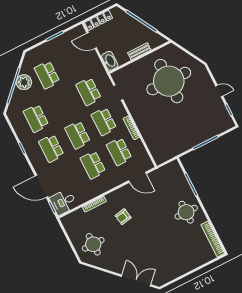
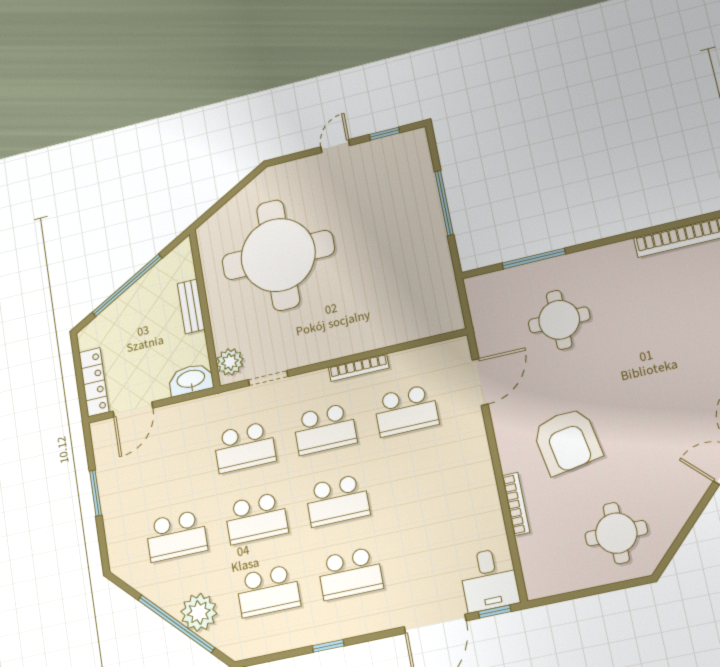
plant: (121, 75) -> (230, 362), added
plant: (24, 82) -> (199, 612), moved
school desk: (93, 165) -> (256, 518), moved
round table: (186, 212) -> (559, 320), moved
armchair: (123, 217) -> (567, 441), width x1.88, depth x1.88

